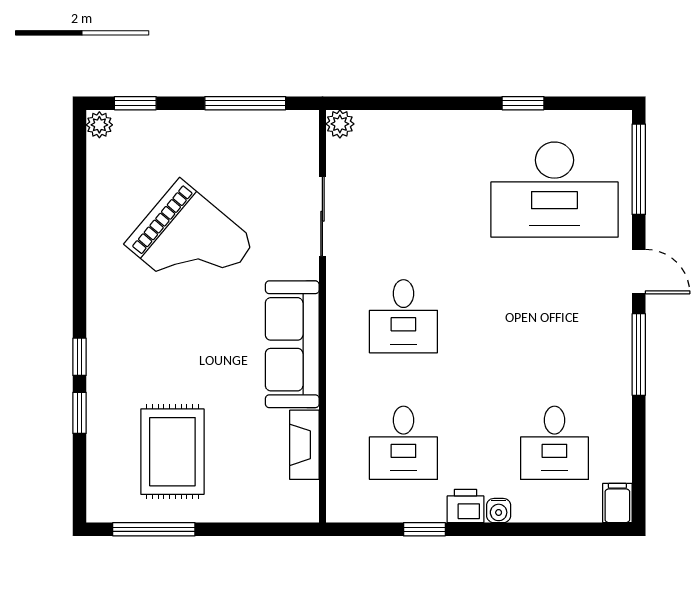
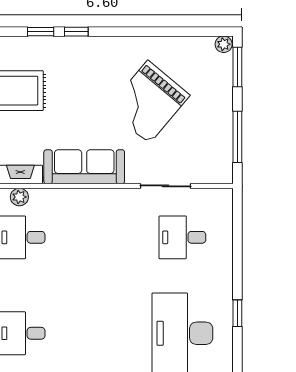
window: (135, 103) -> (237, 67), width x1.50
plant: (340, 124) -> (19, 197), moved
desk: (403, 316) -> (182, 237), moved

